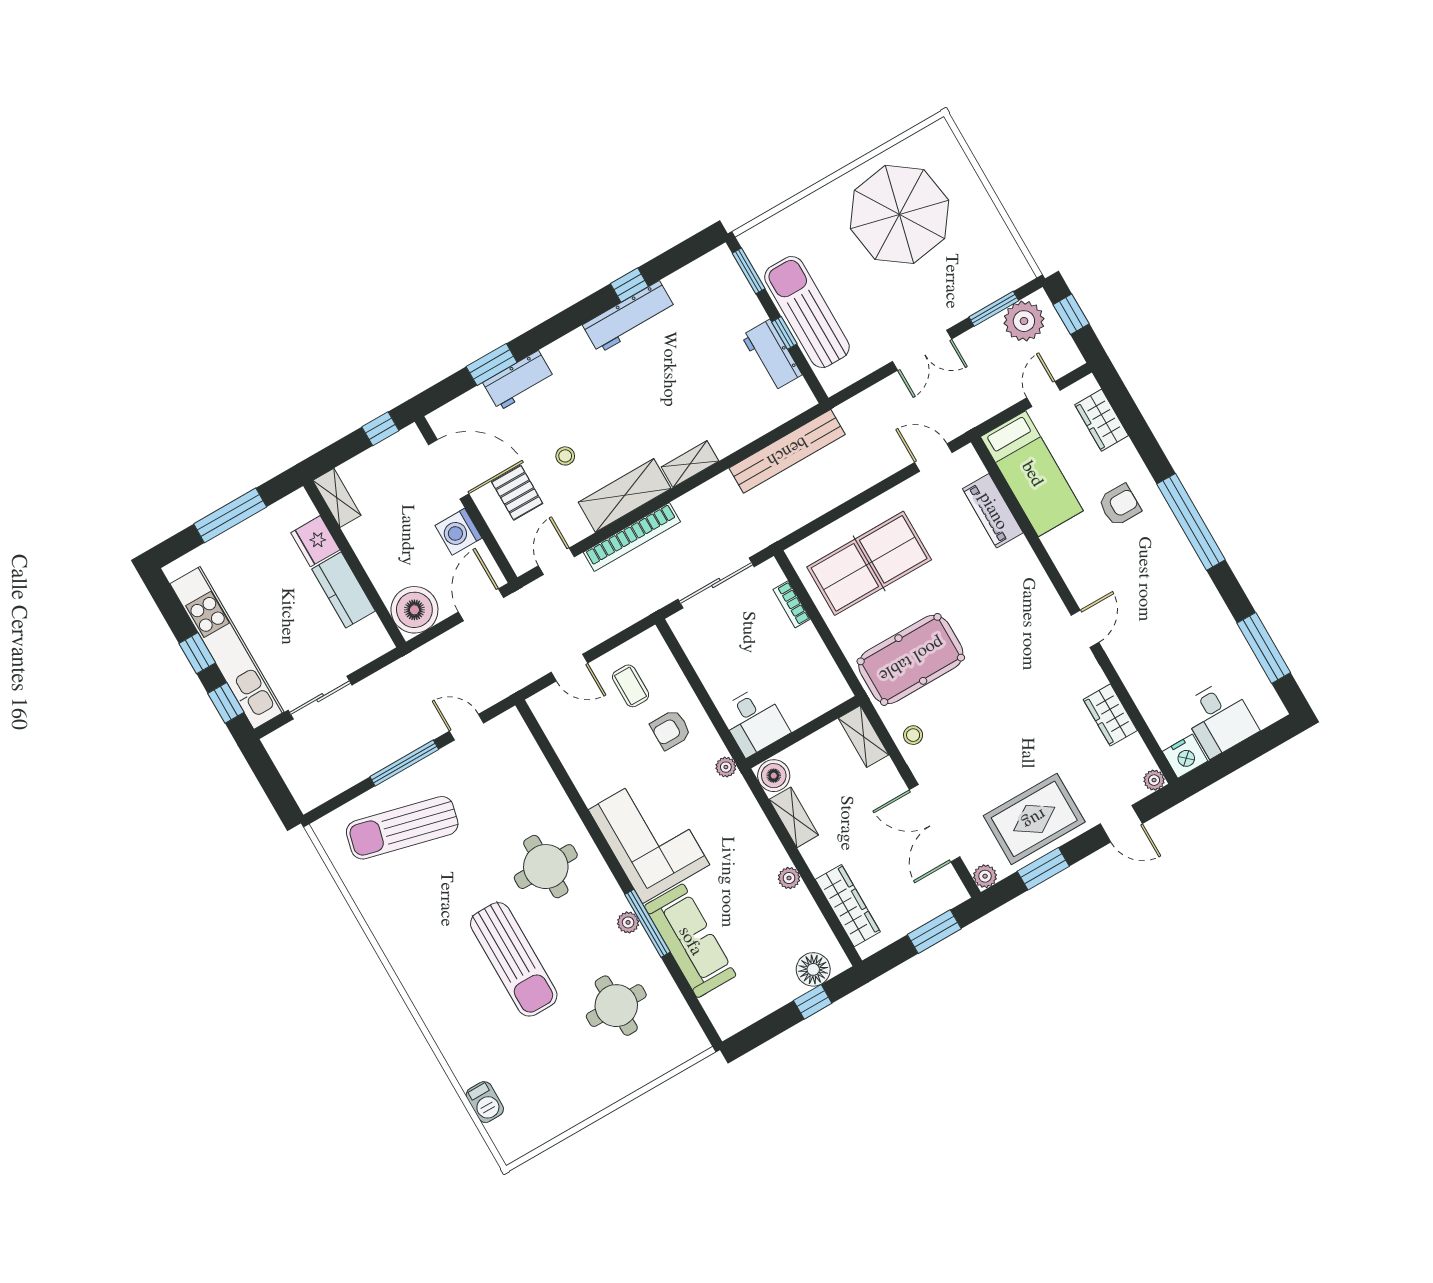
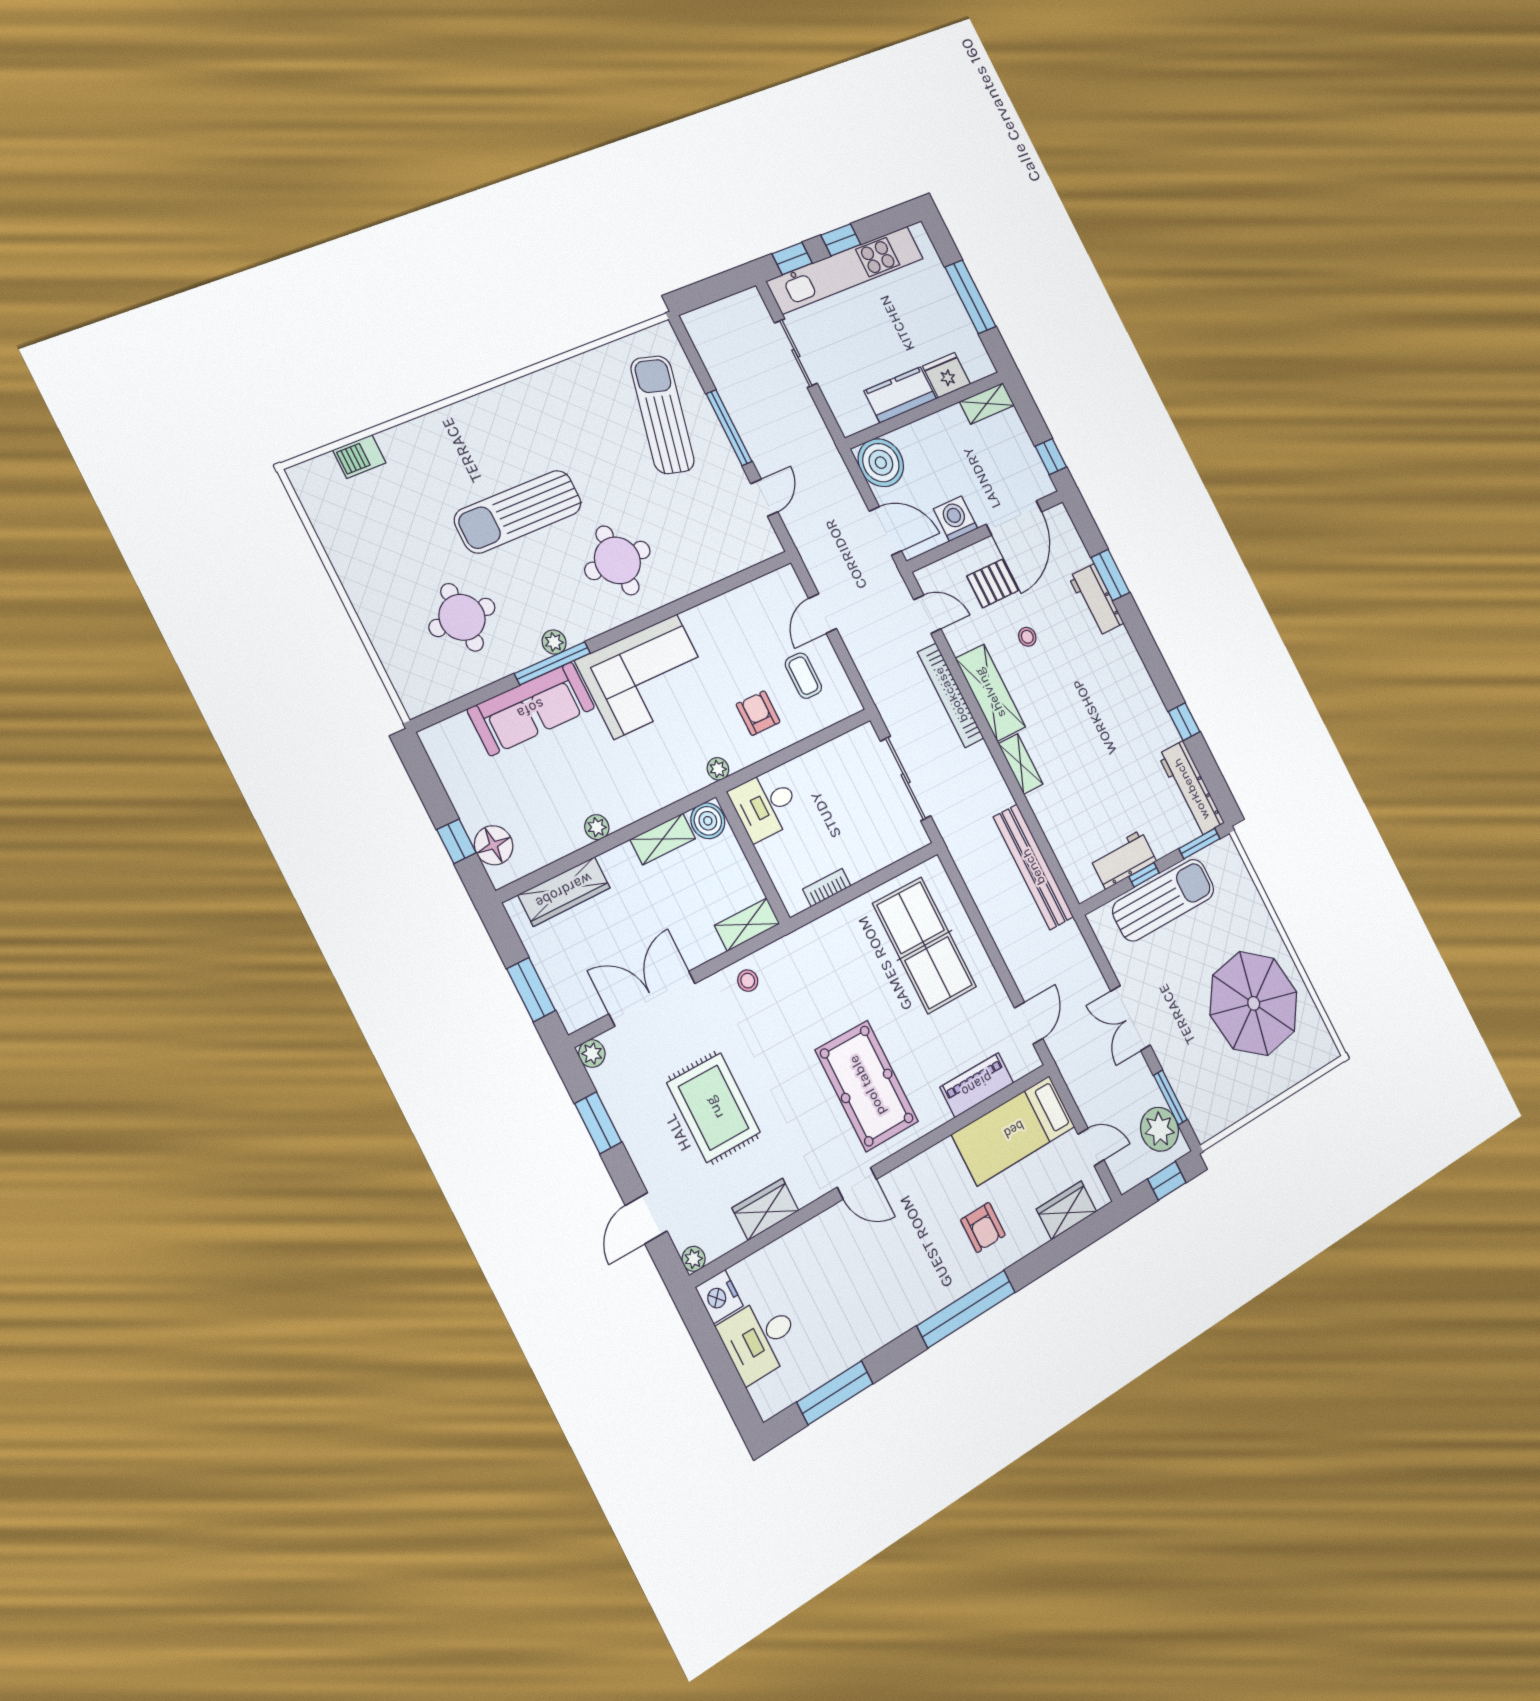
workbench: (629, 317) -> (1191, 789), moved
bookcase: (792, 604) -> (827, 888), moved
pool table: (911, 659) -> (867, 1086), moved
coffee table: (631, 686) -> (803, 676), turned 90
rug: (1034, 819) -> (714, 1108), moved

